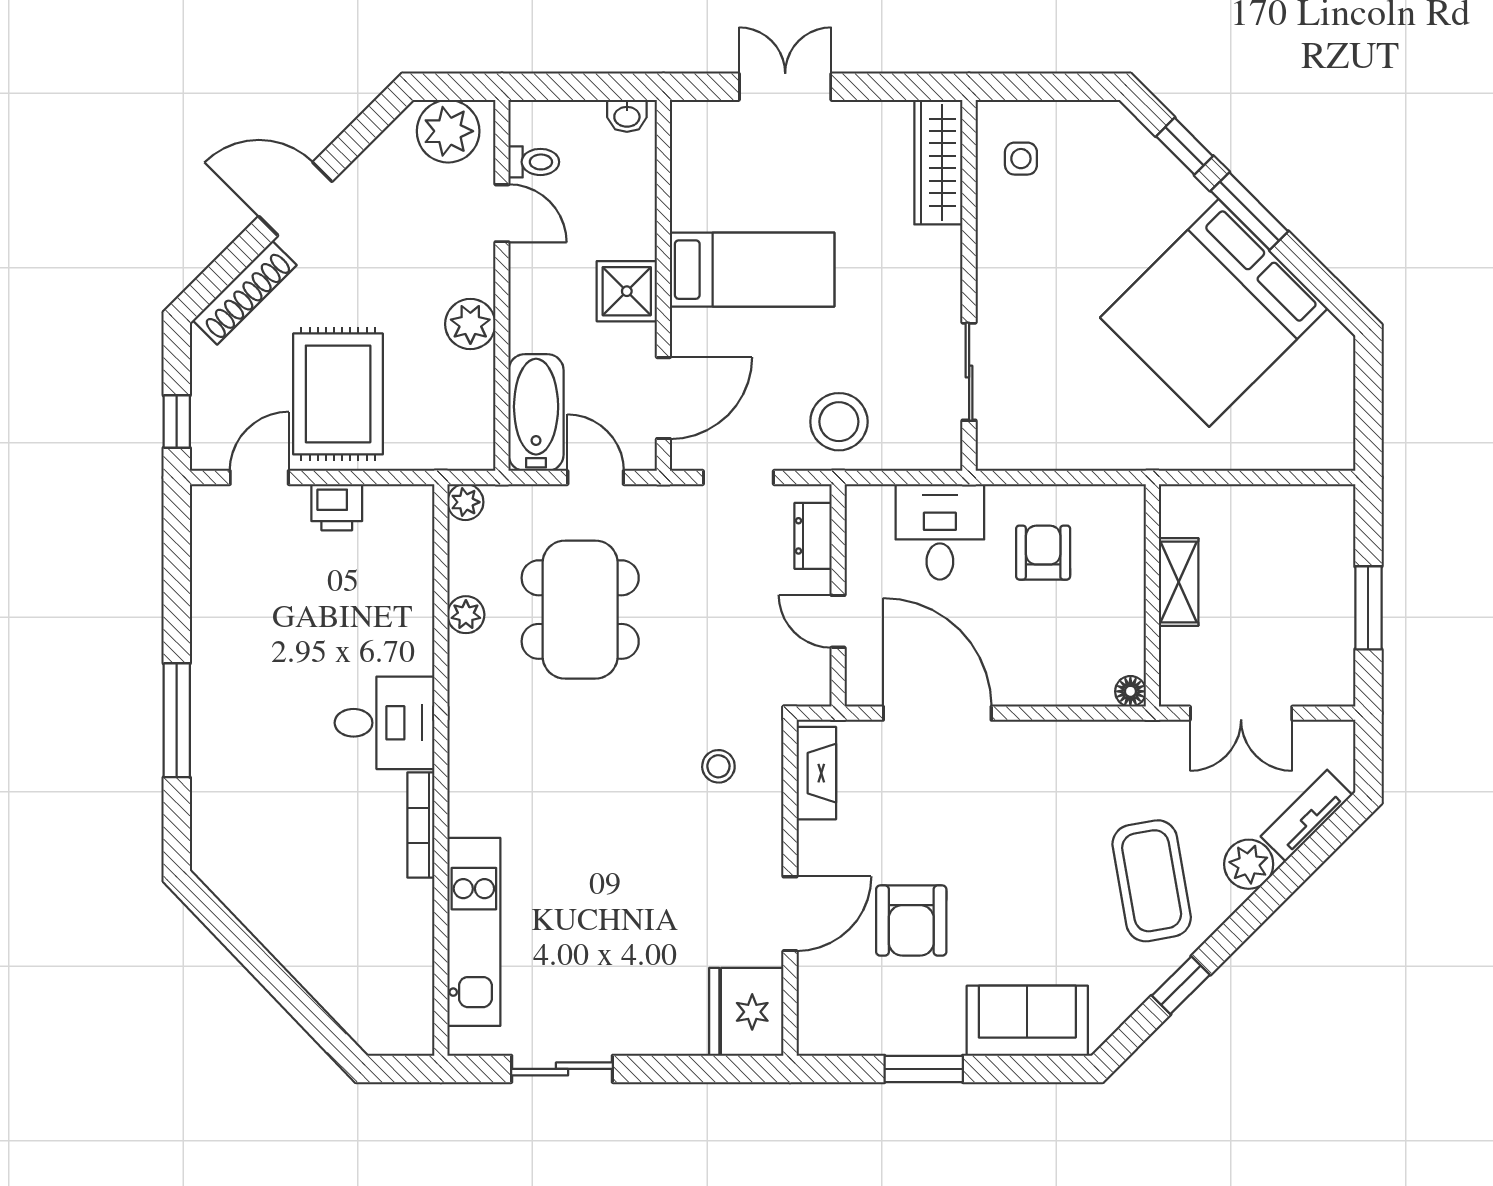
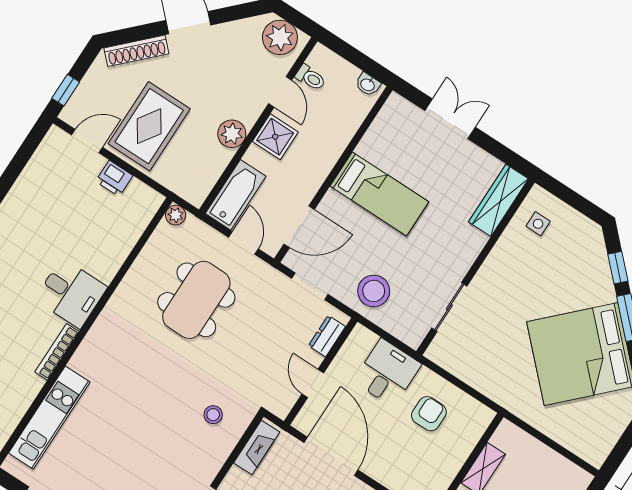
shower: (627, 291) -> (275, 137), moved
plant: (466, 615) -> (142, 268), removed

